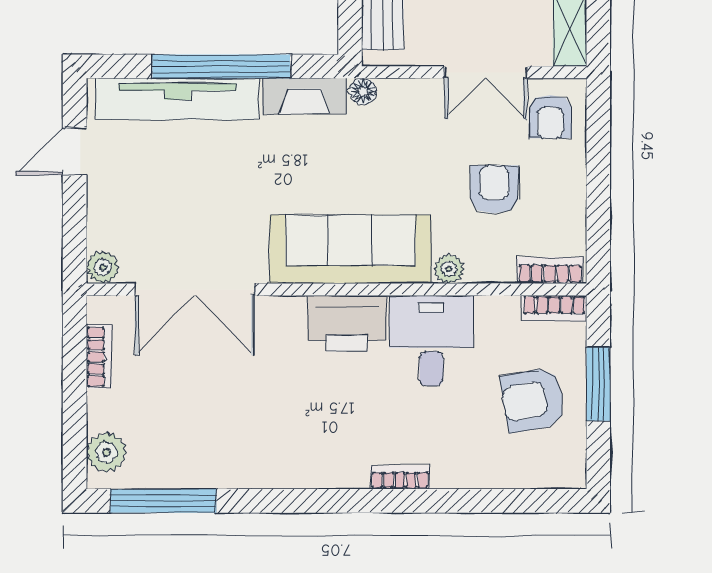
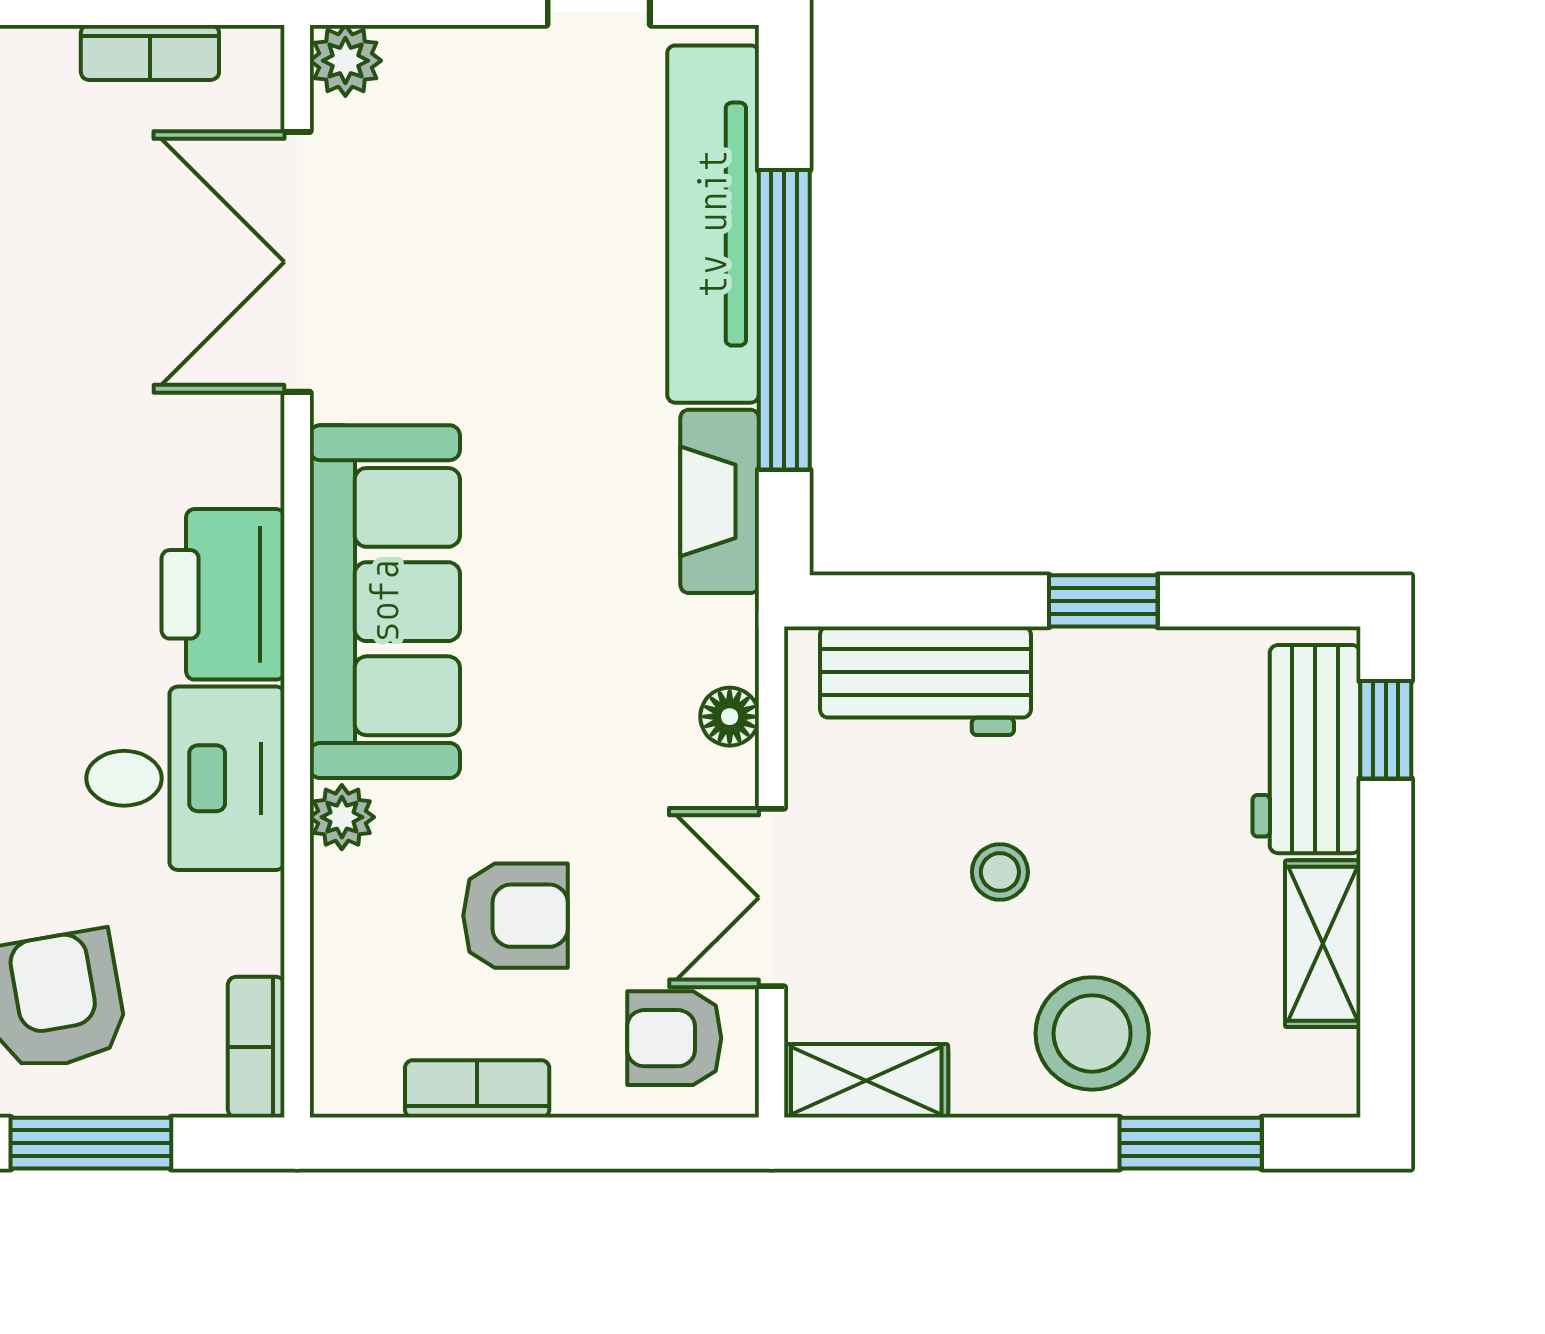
floor lamp: (363, 91) -> (730, 717), moved
bookcase: (550, 270) -> (477, 1089), moved, turned -90

